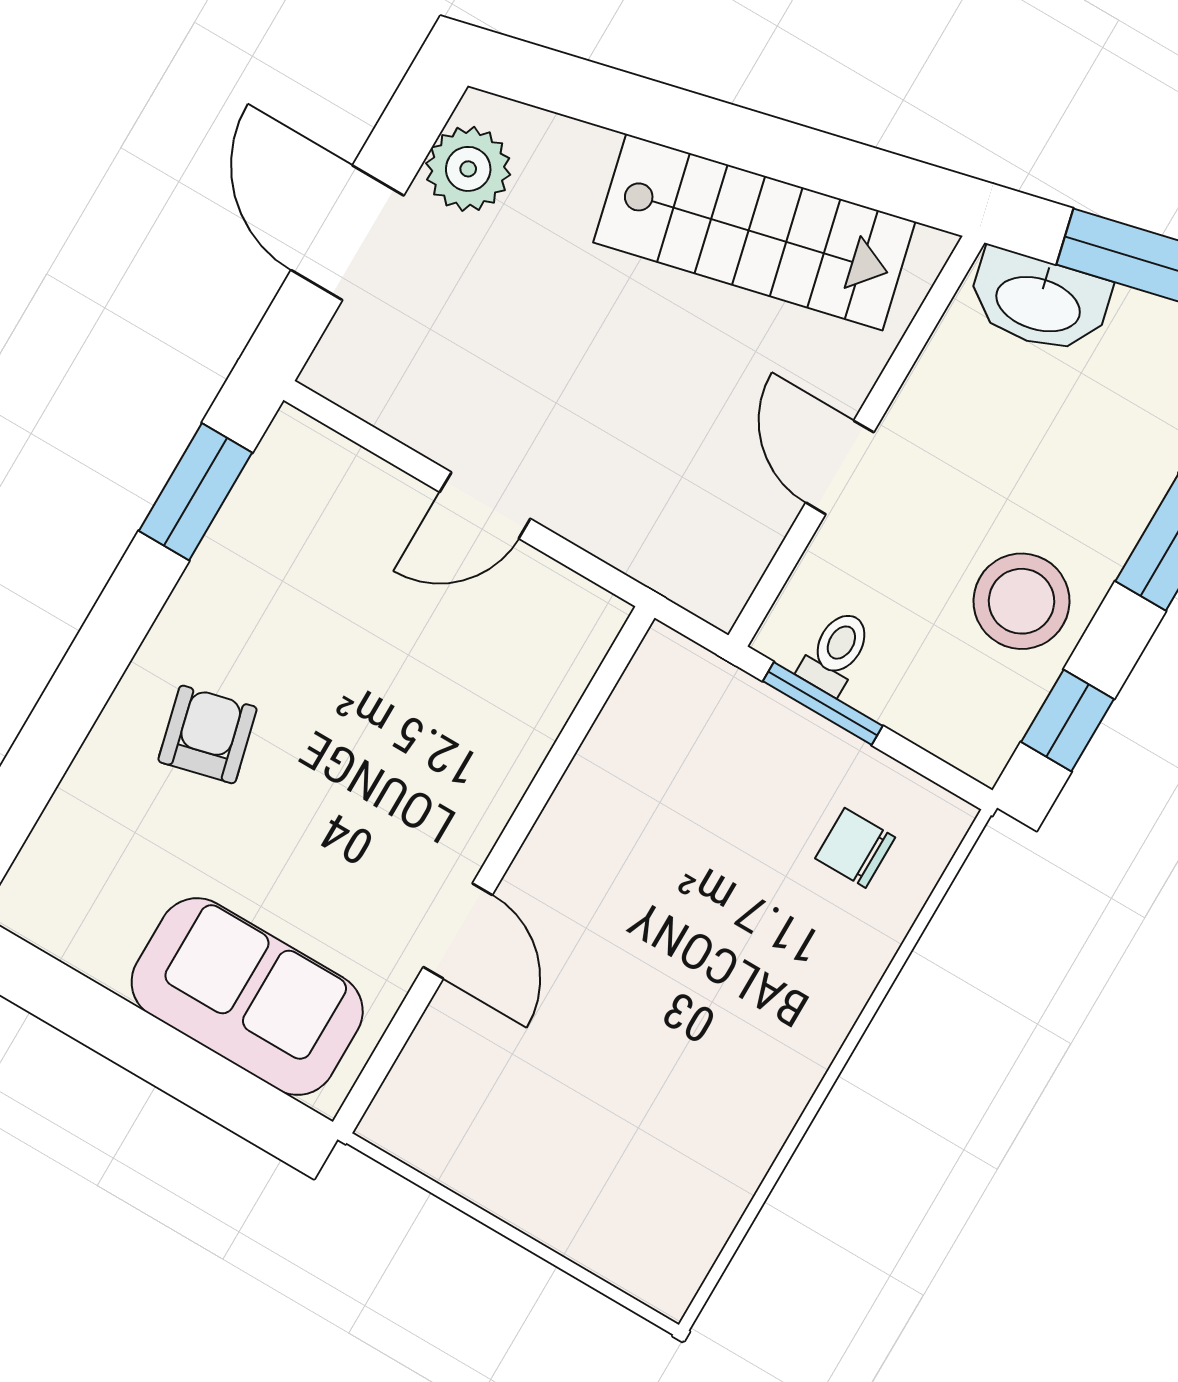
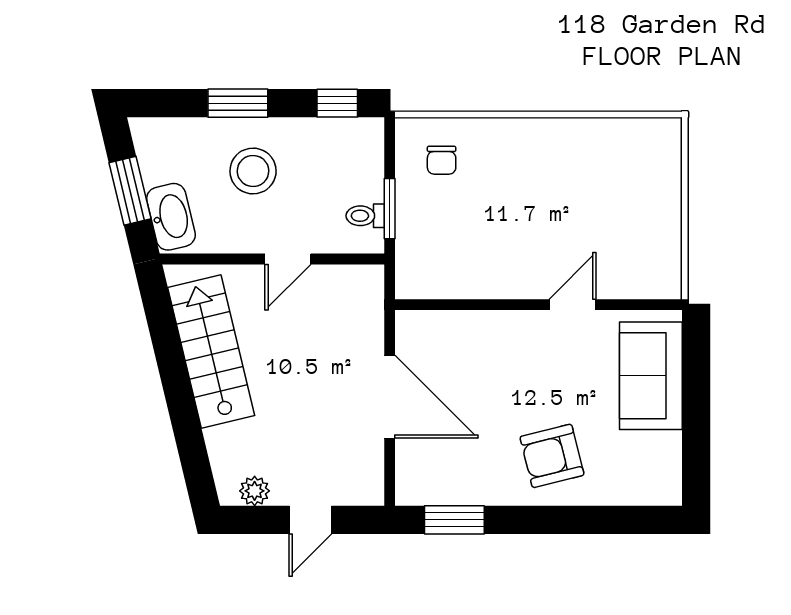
plant: (468, 169) -> (255, 491), width x0.73, depth x0.73
door: (347, 233) -> (310, 520), width x0.73
door: (485, 505) -> (390, 397), width x1.88
stool: (1022, 601) -> (253, 171), moved
armchair: (207, 734) -> (552, 456), width x1.38, depth x1.38

